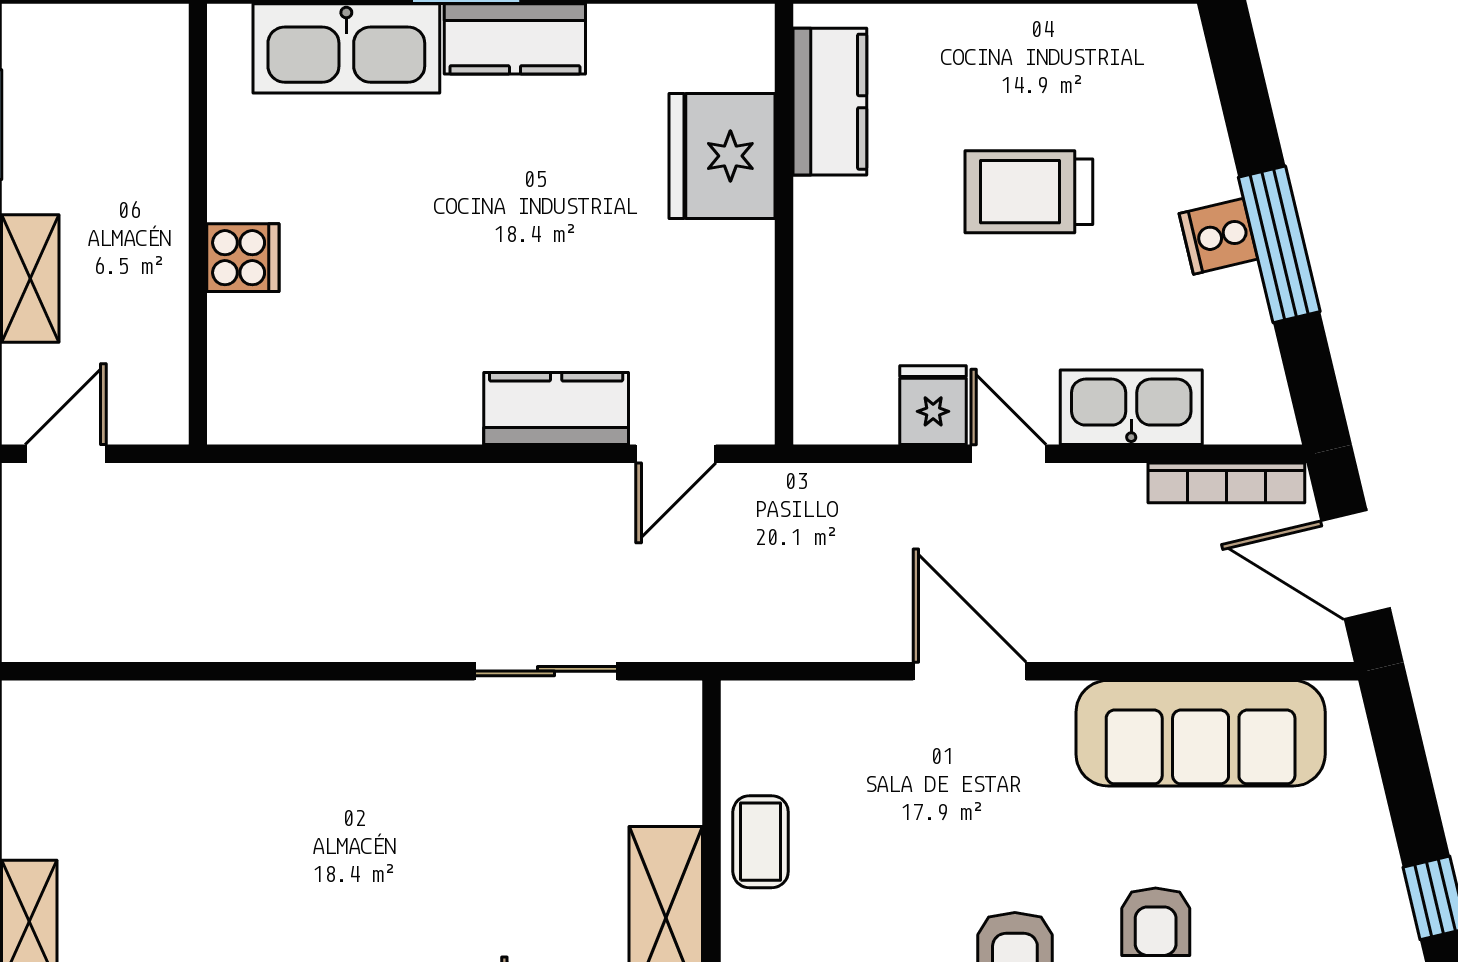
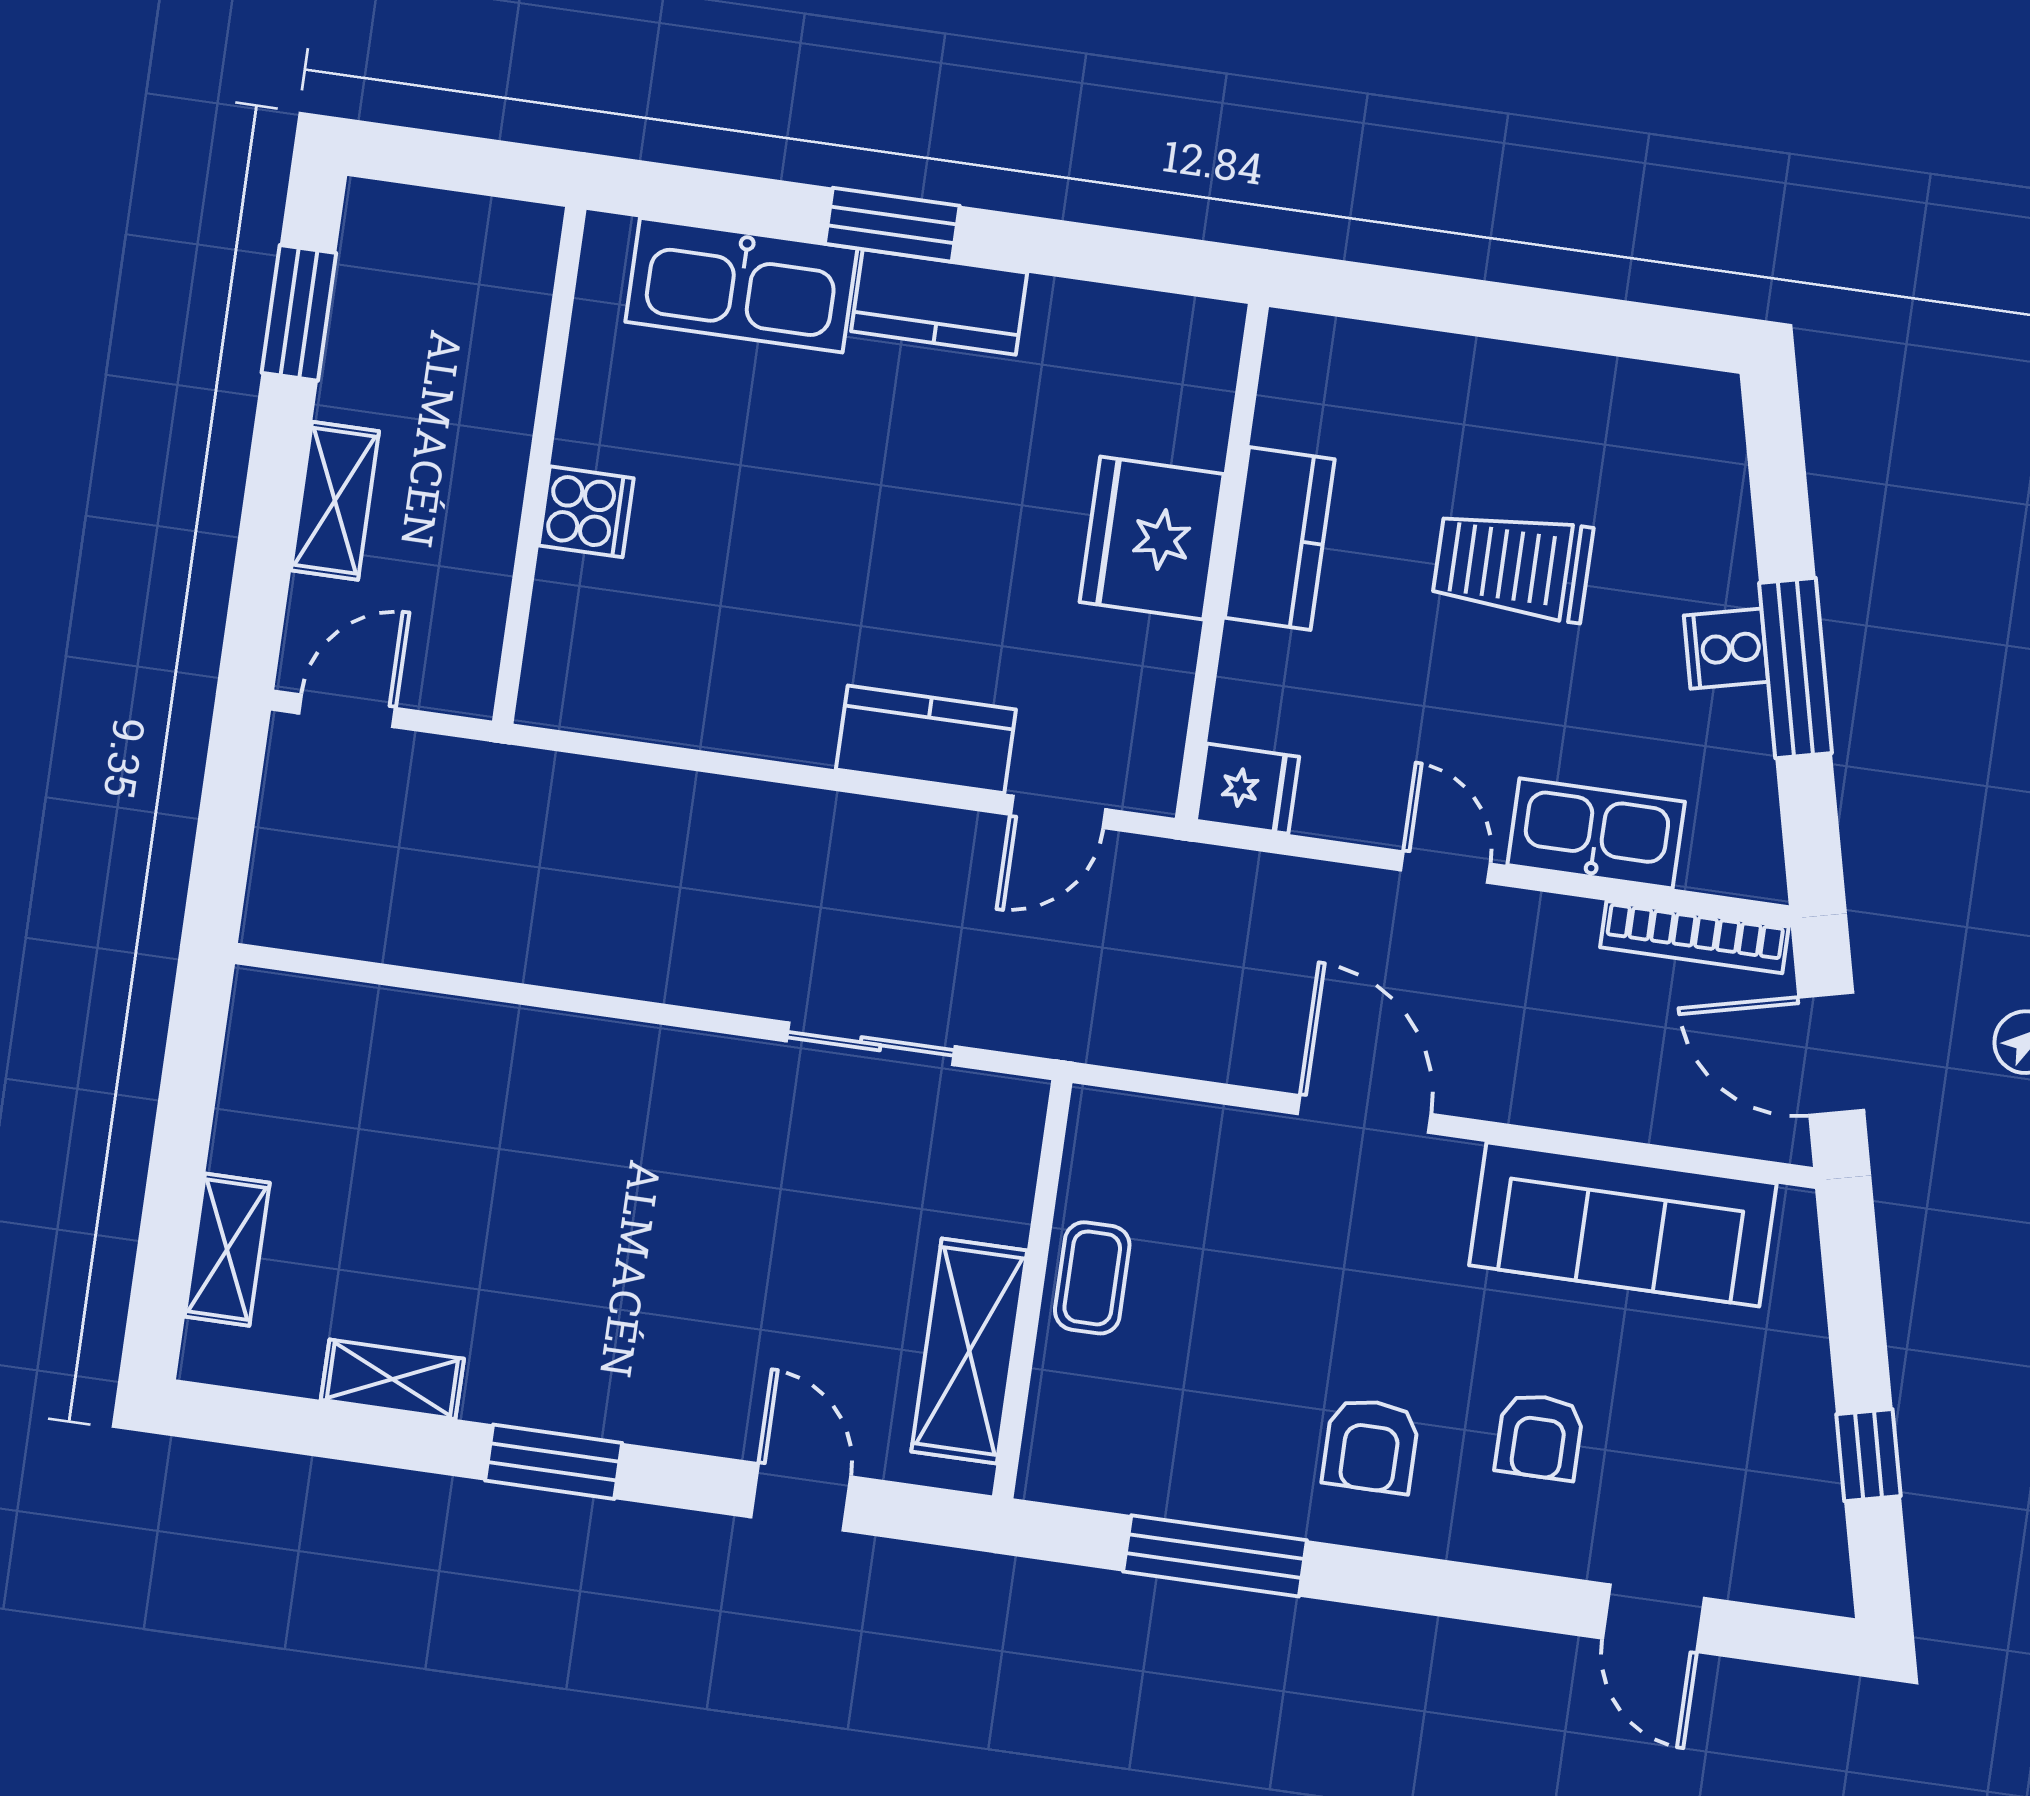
kitchen counter: (830, 102) -> (1280, 538), moved
fridge: (722, 156) -> (1152, 538), moved
fridge: (933, 405) -> (1247, 789), moved, turned 90

